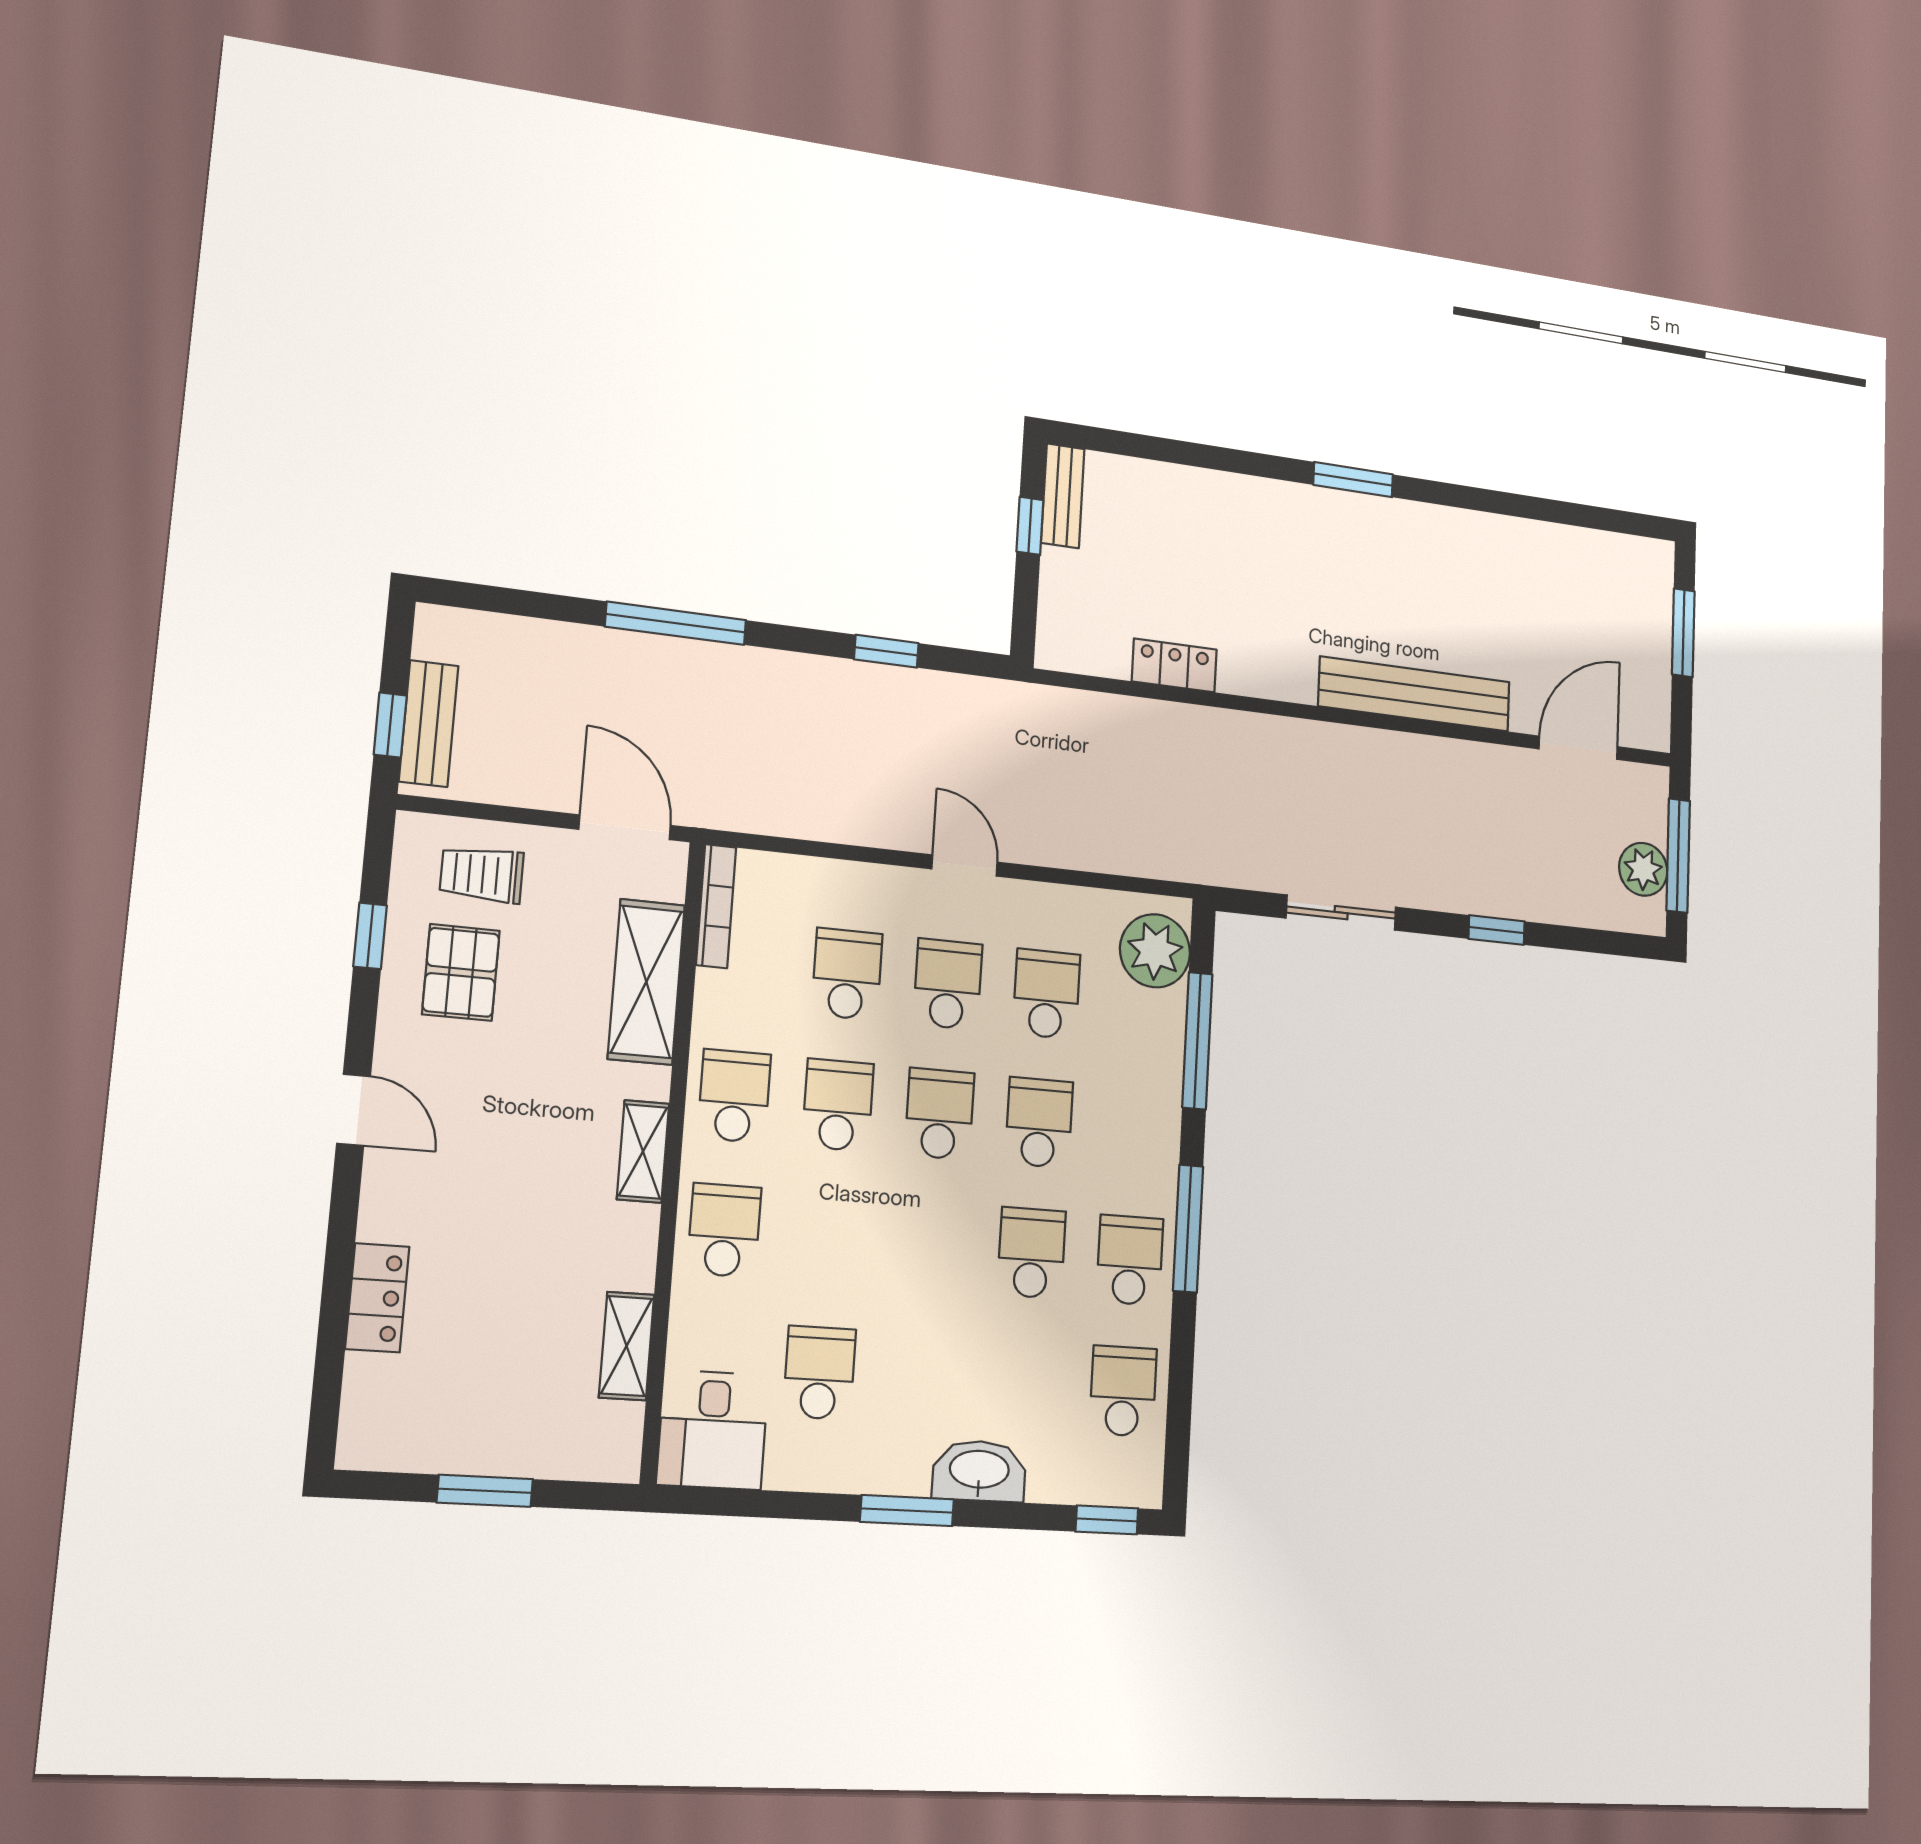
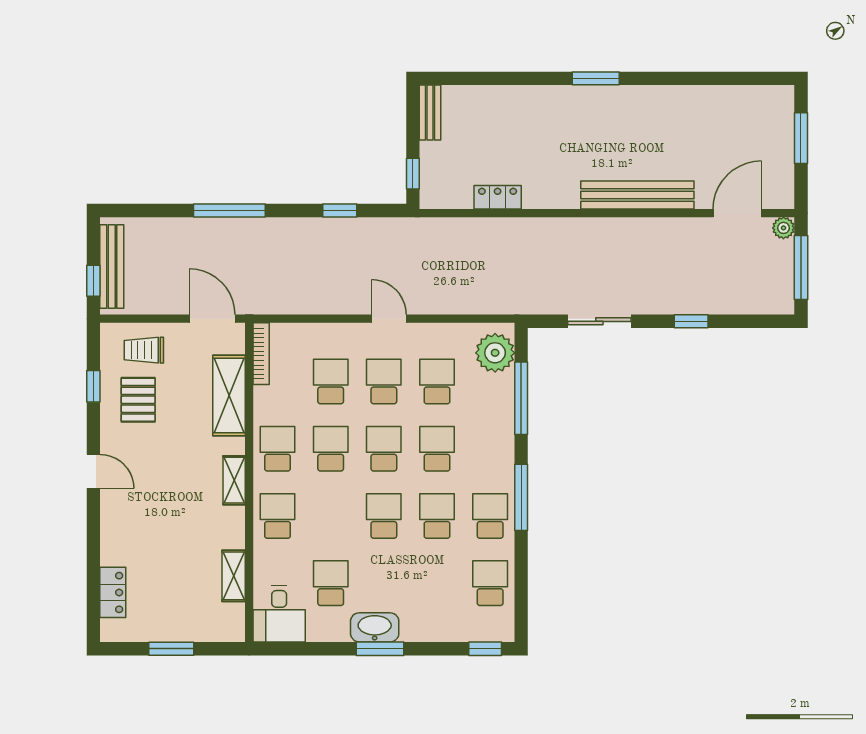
window: (1030, 526) -> (413, 174), moved
bench: (429, 724) -> (112, 267), width x1.36
plant: (1643, 869) -> (783, 228), moved, width x0.73, depth x0.73
school desk: (931, 1245) -> (384, 516), added
locker: (377, 1298) -> (113, 592), moved
washbasin: (979, 1471) -> (375, 627), moved

